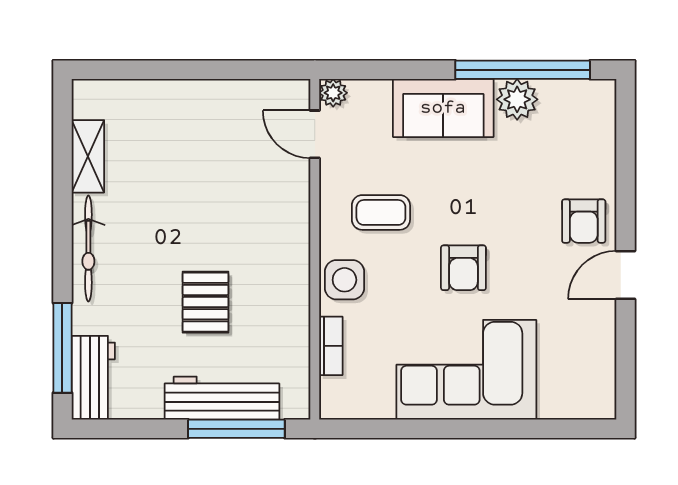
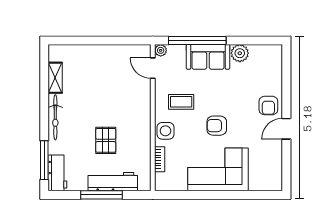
window: (523, 70) -> (197, 40), moved
armchair: (463, 268) -> (217, 126), turned 90
window: (236, 429) -> (101, 195), moved

